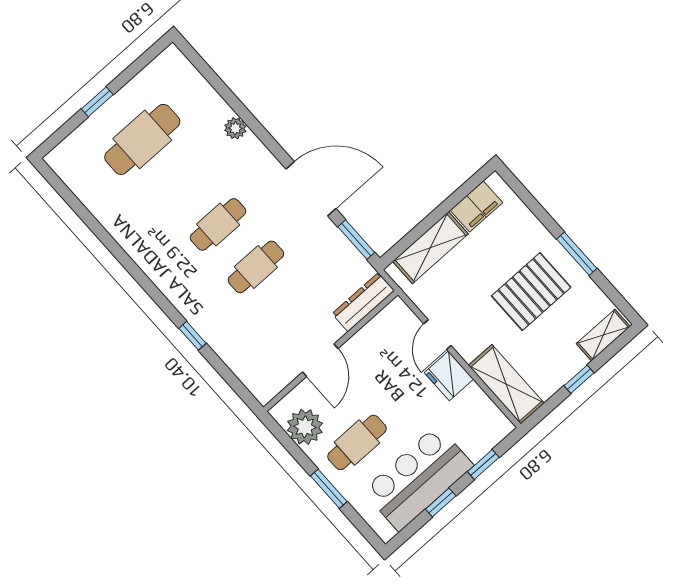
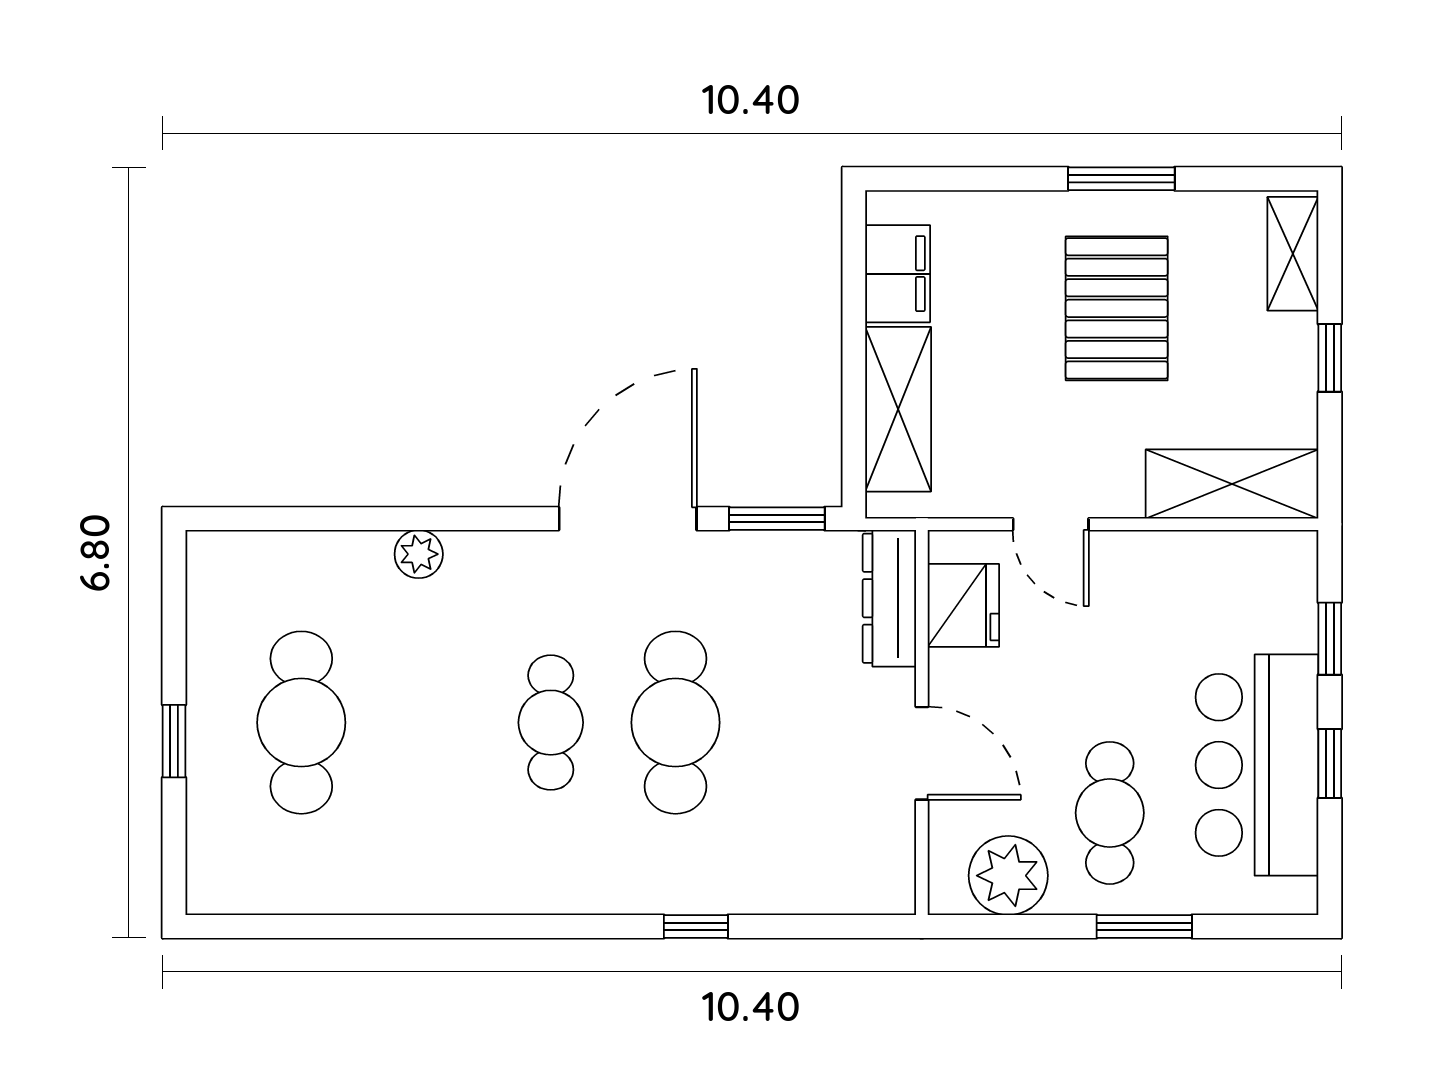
cafe table: (256, 267) -> (675, 723), width x1.37, depth x1.35
fridge: (449, 376) -> (963, 605), moved, turned -90

